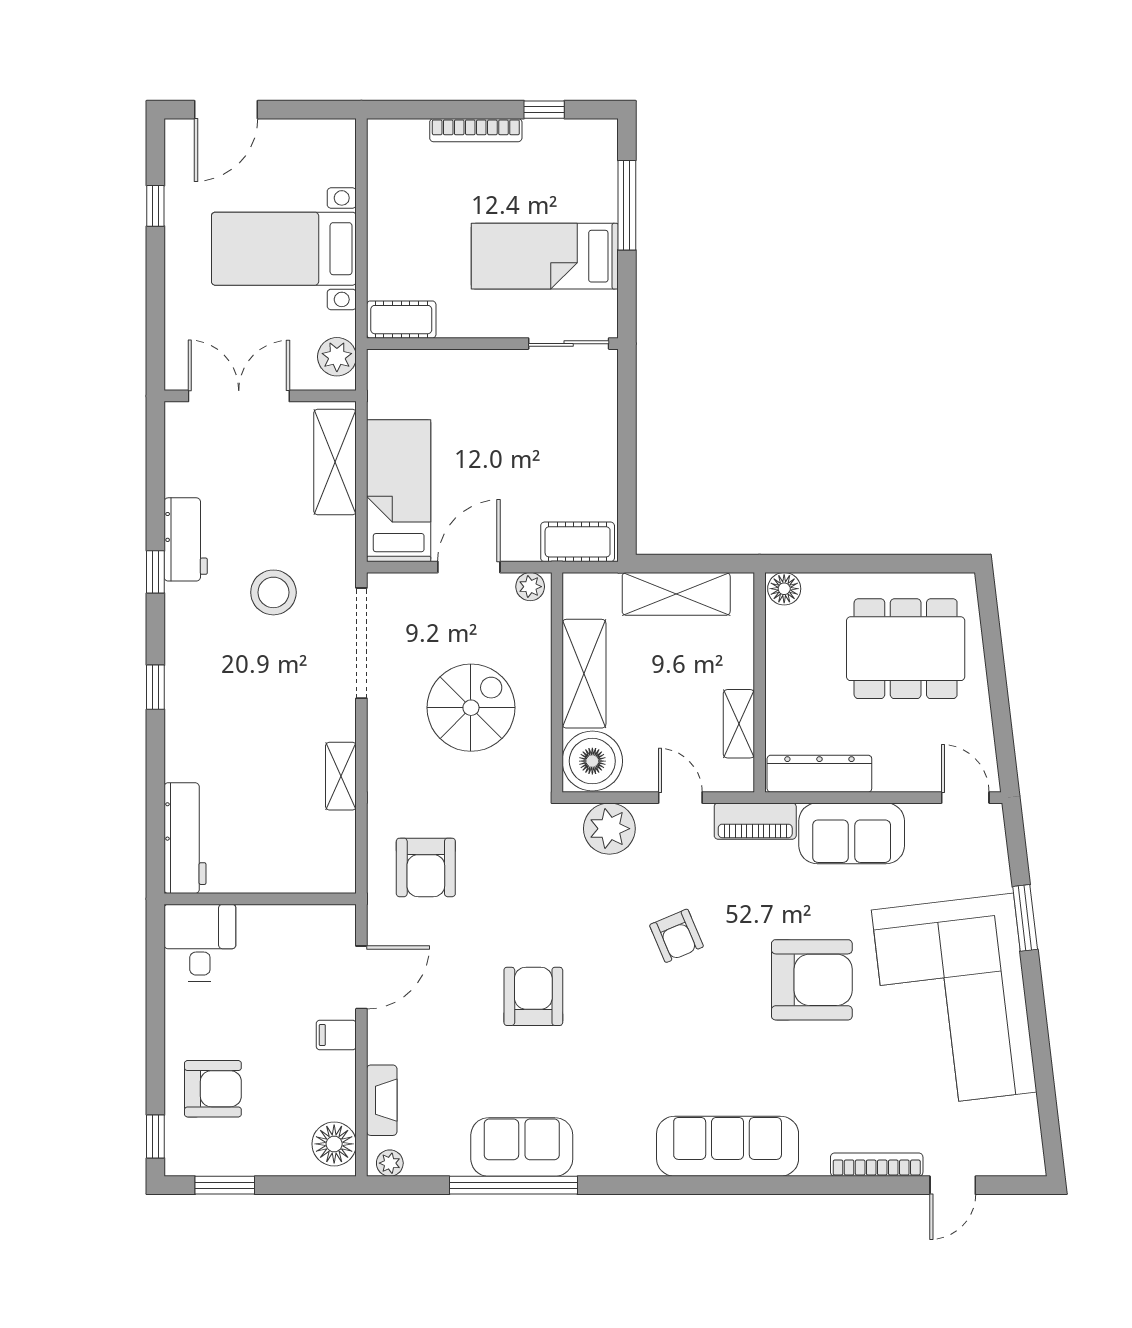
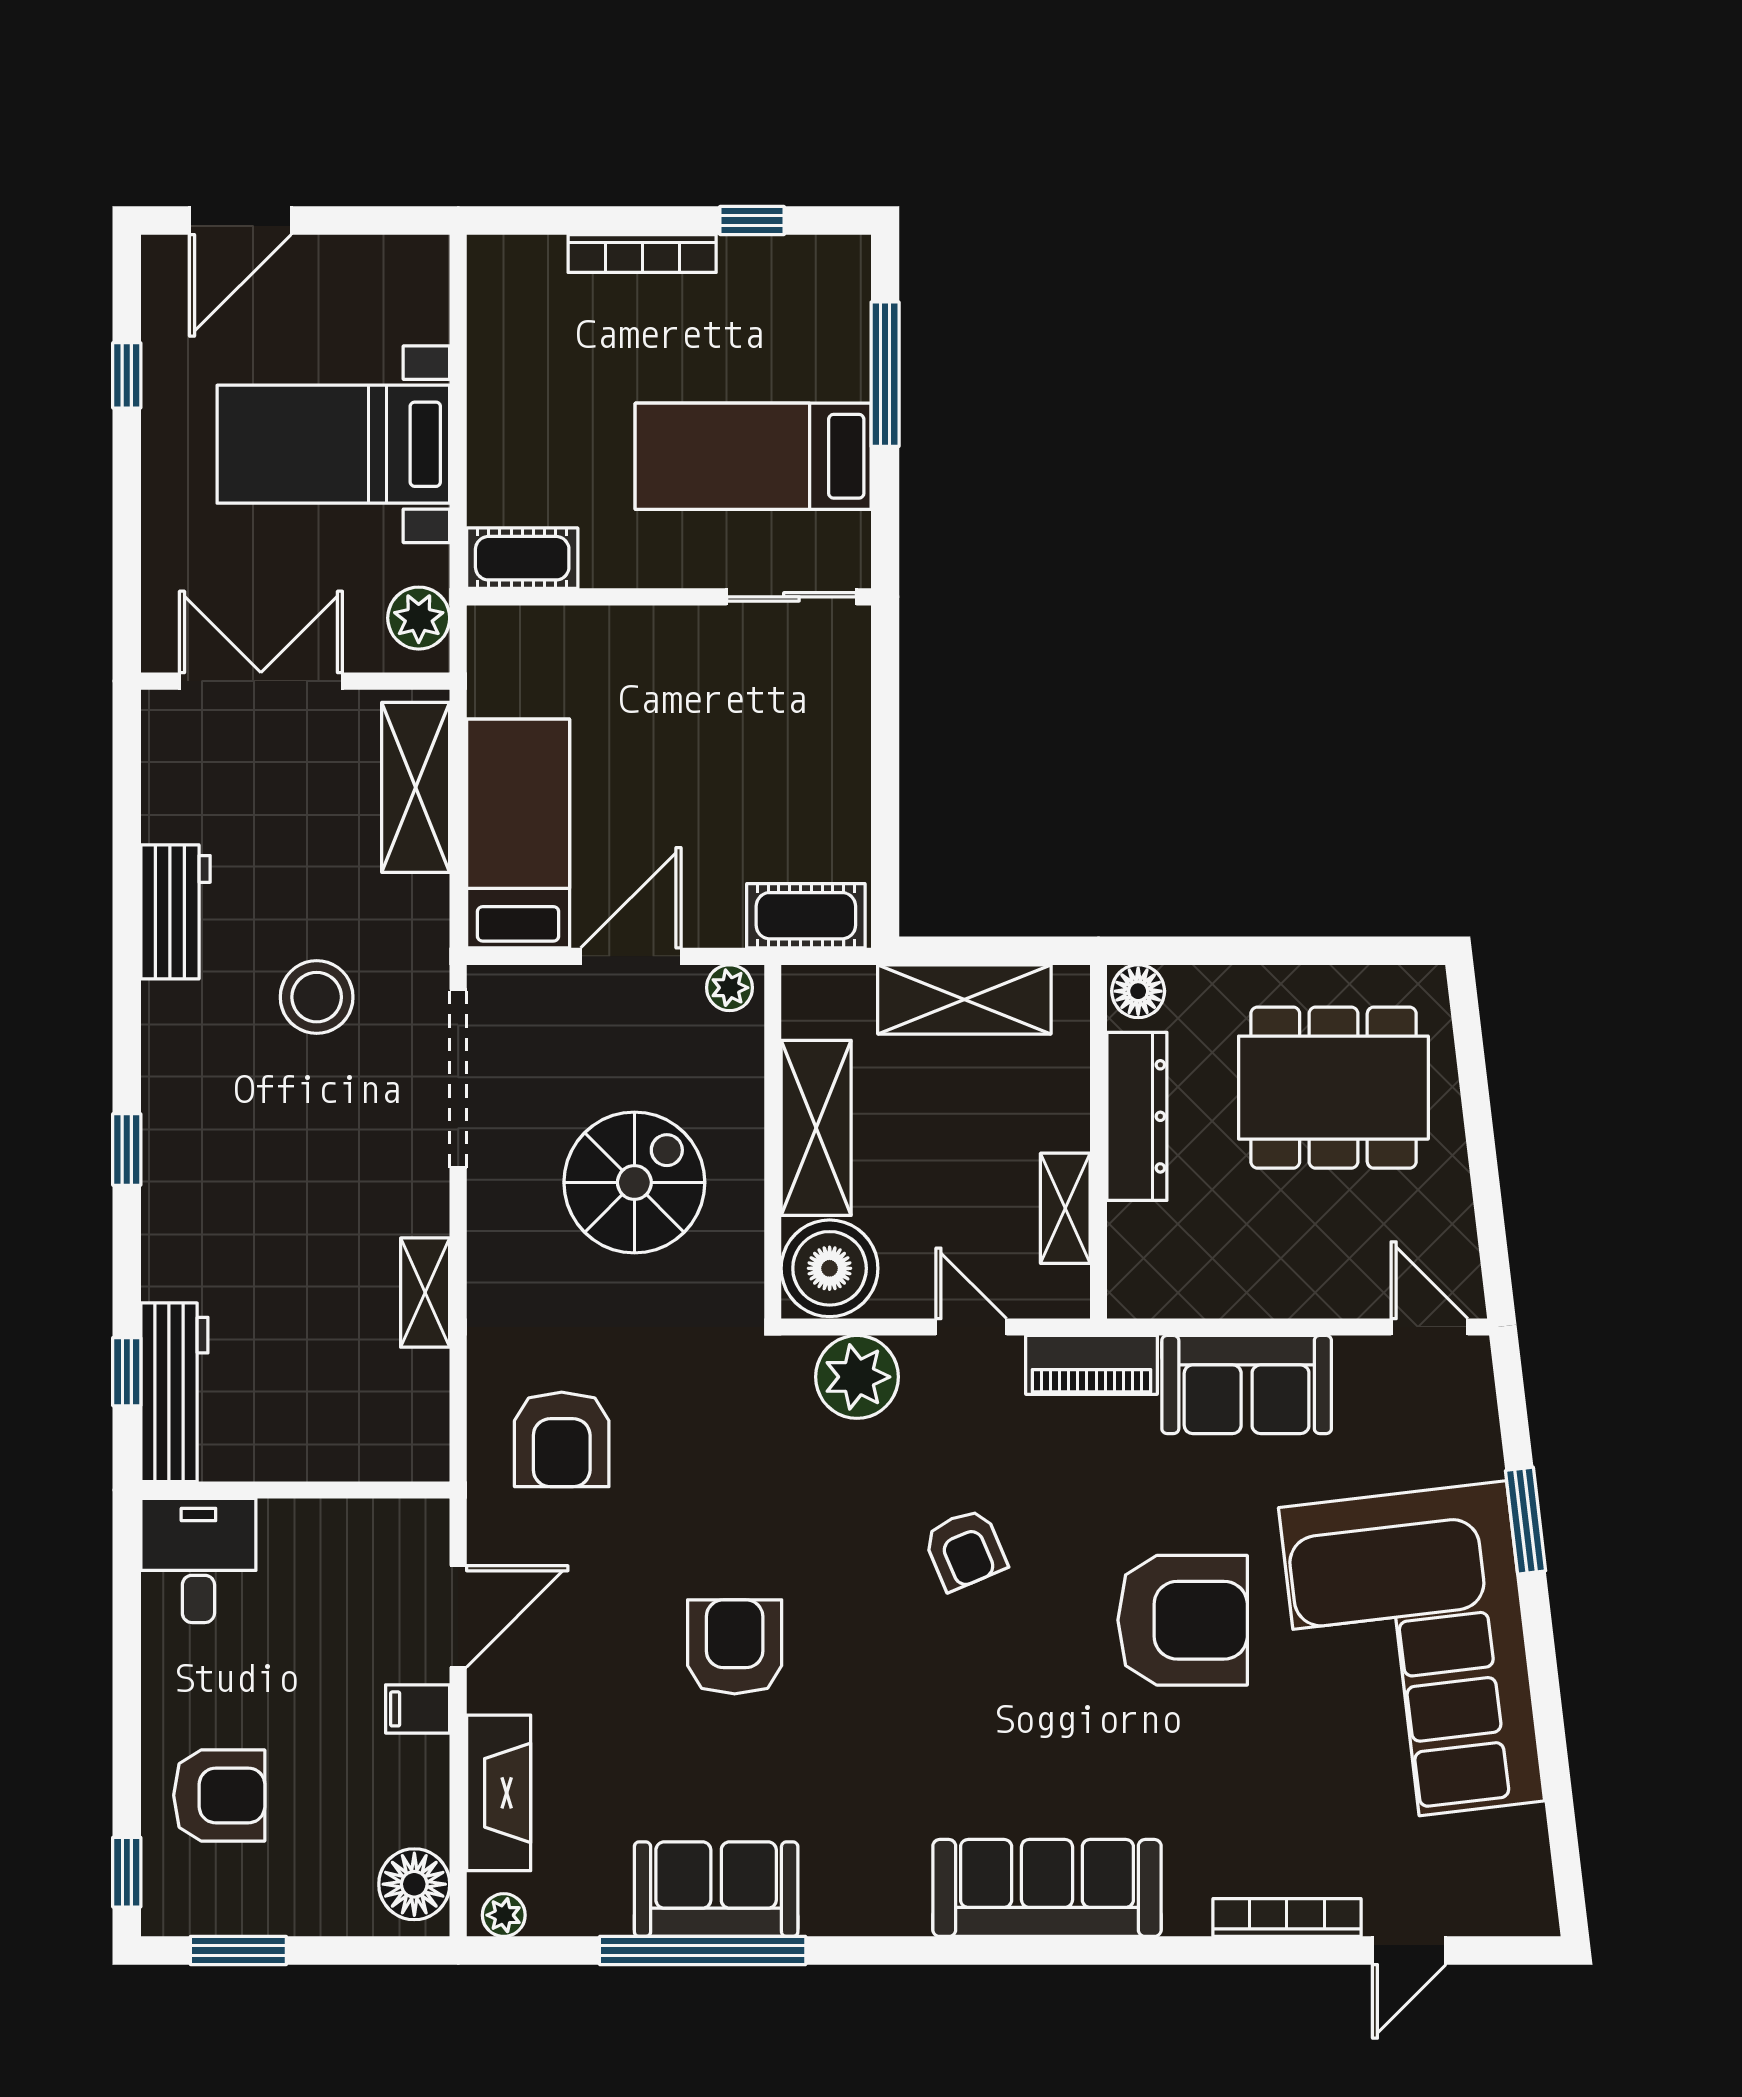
window: (155, 572) -> (127, 1372), moved
dresser: (819, 774) -> (1137, 1116), moved, turned 90
fireplace: (382, 1100) -> (499, 1793), width x1.37, depth x1.32

